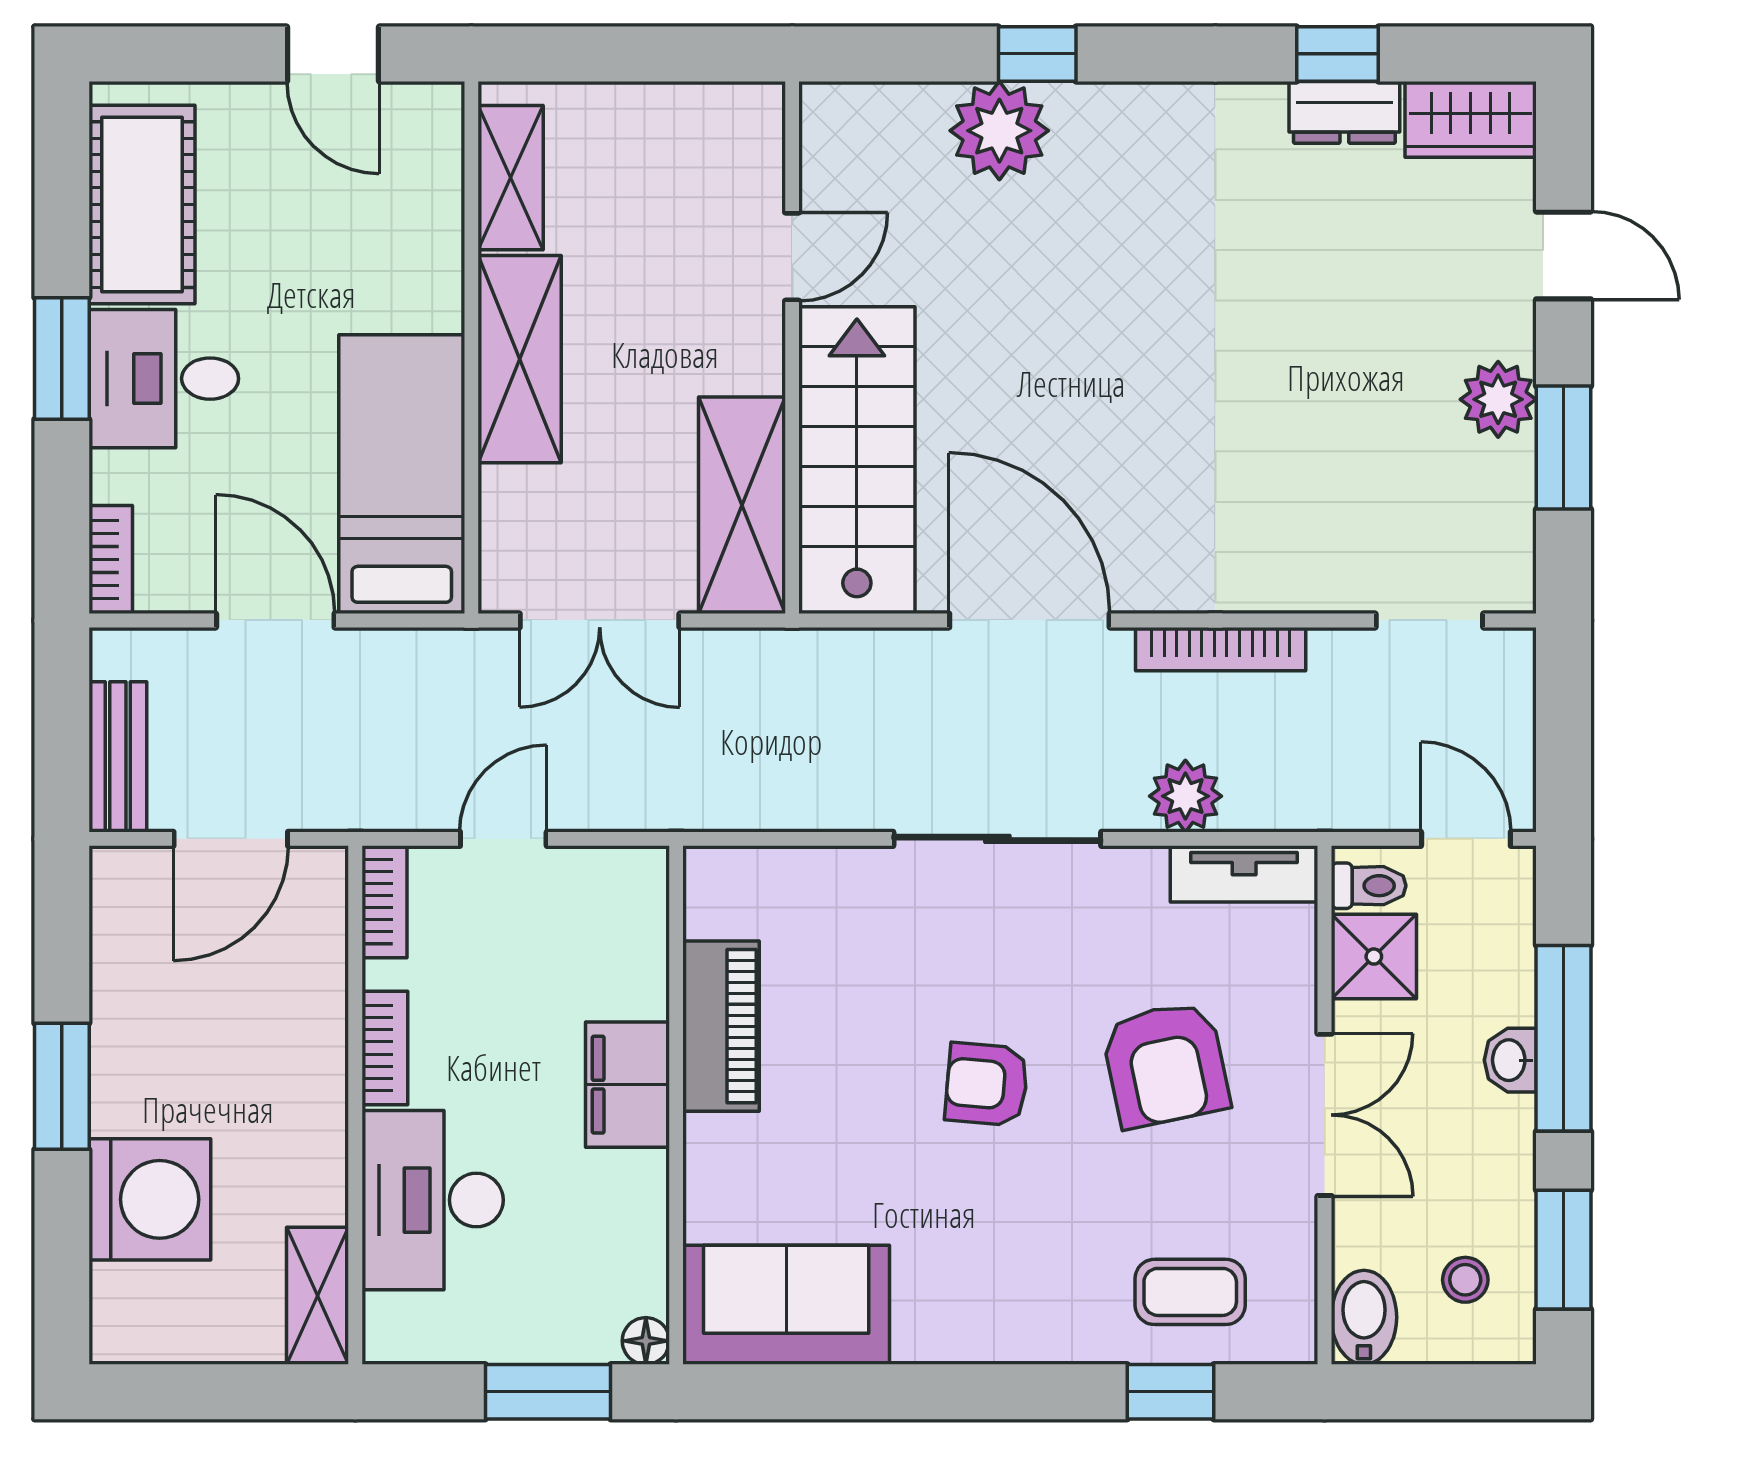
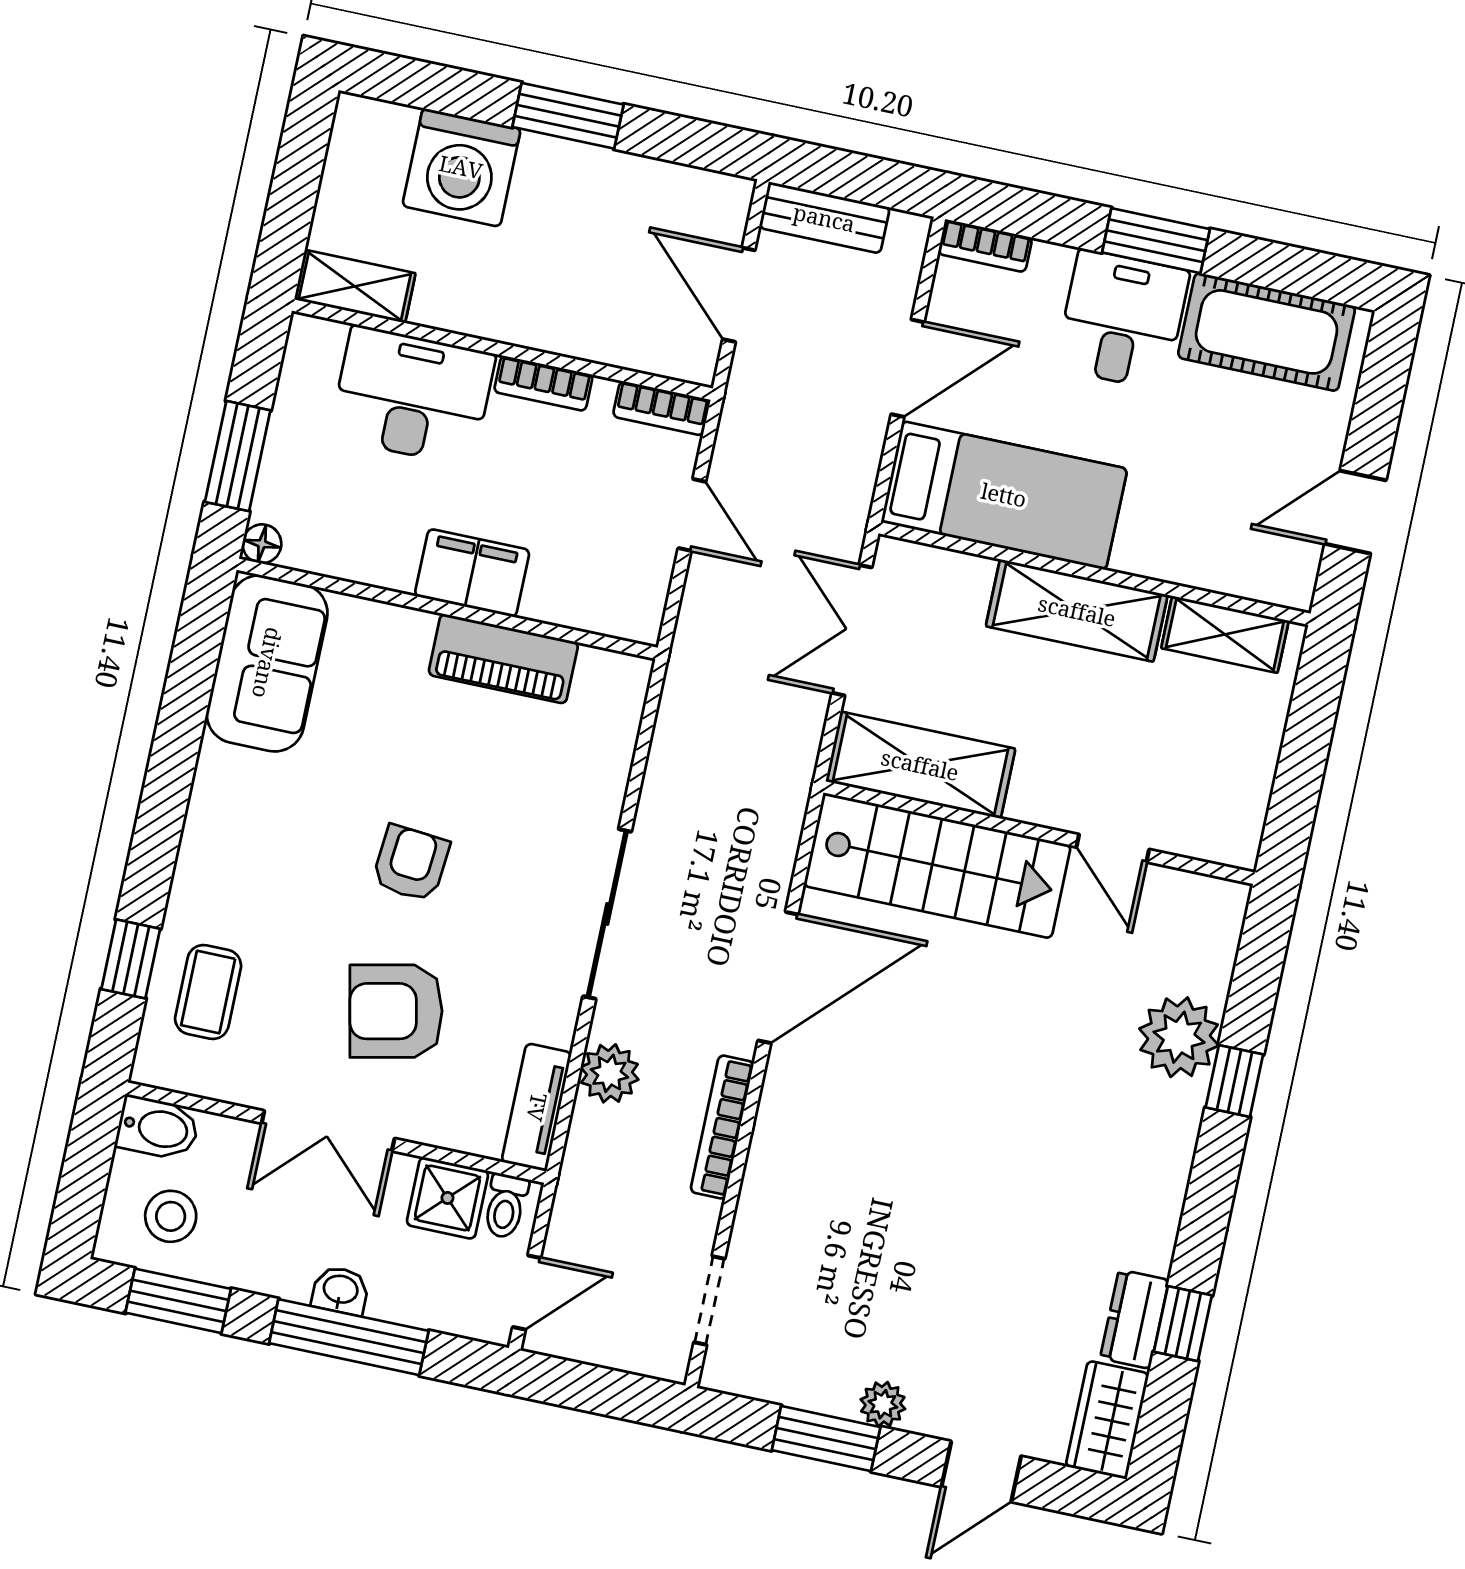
plant: (1498, 399) -> (883, 1404), width x0.73, depth x0.73
stool: (1465, 1280) -> (171, 1216), width x1.37, depth x1.37

